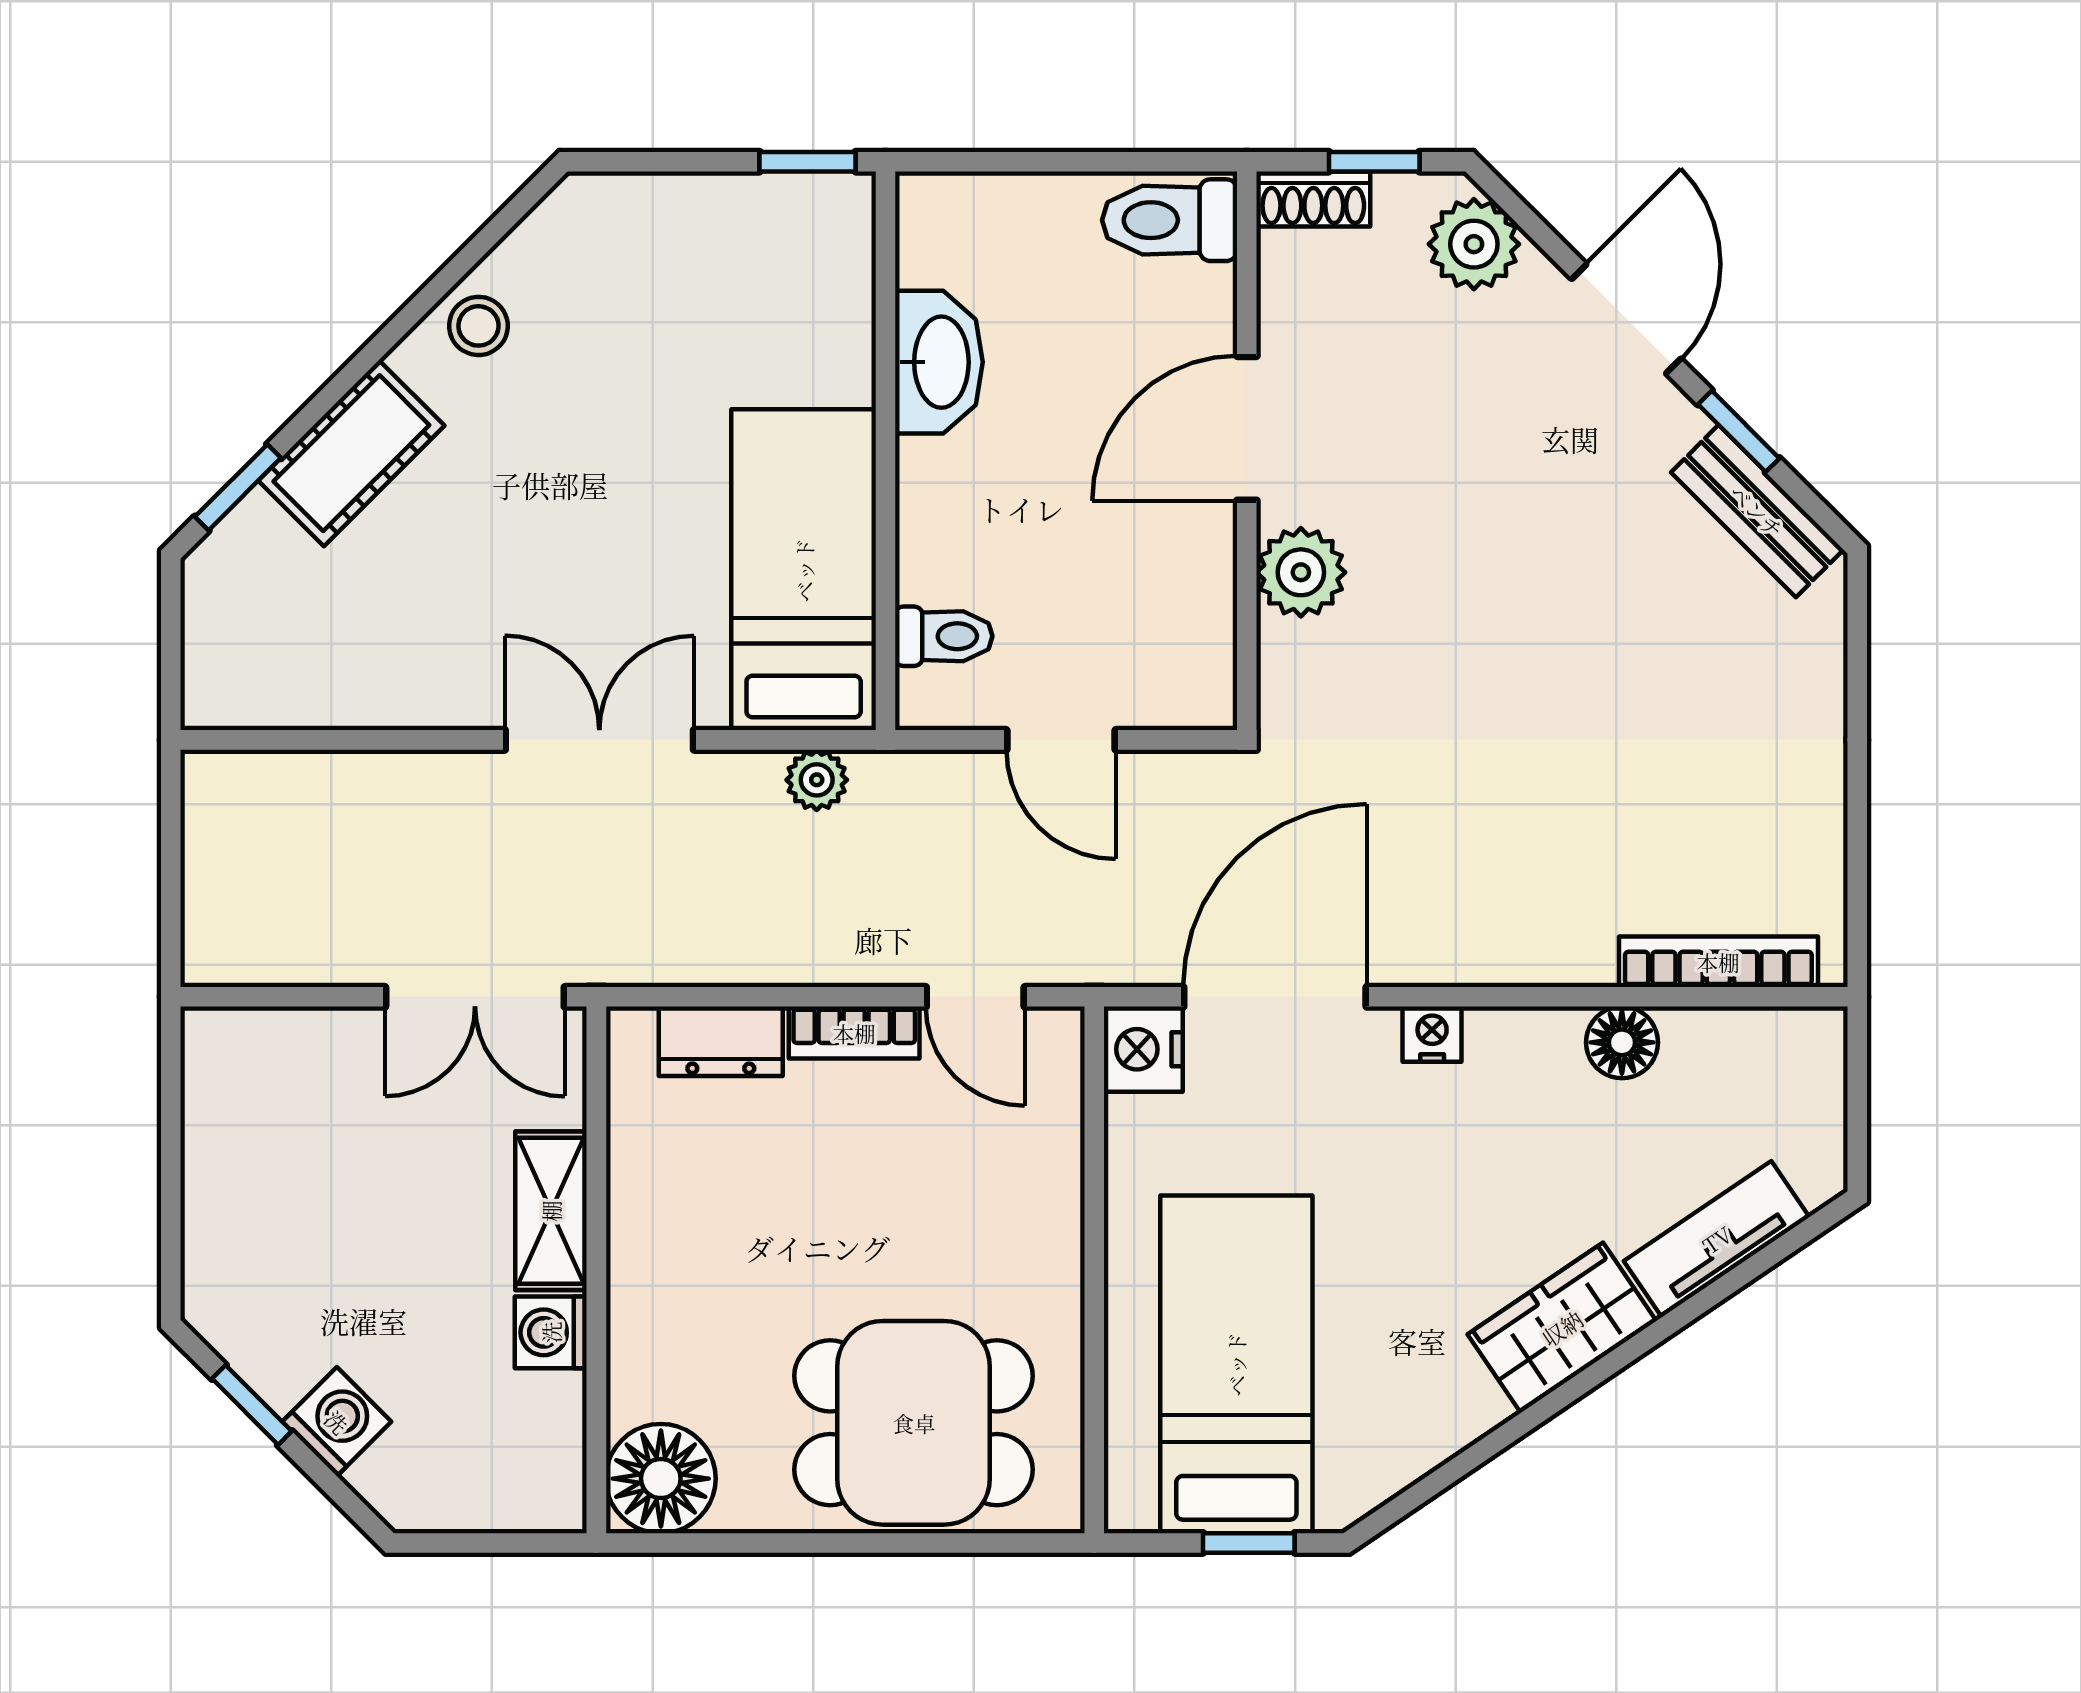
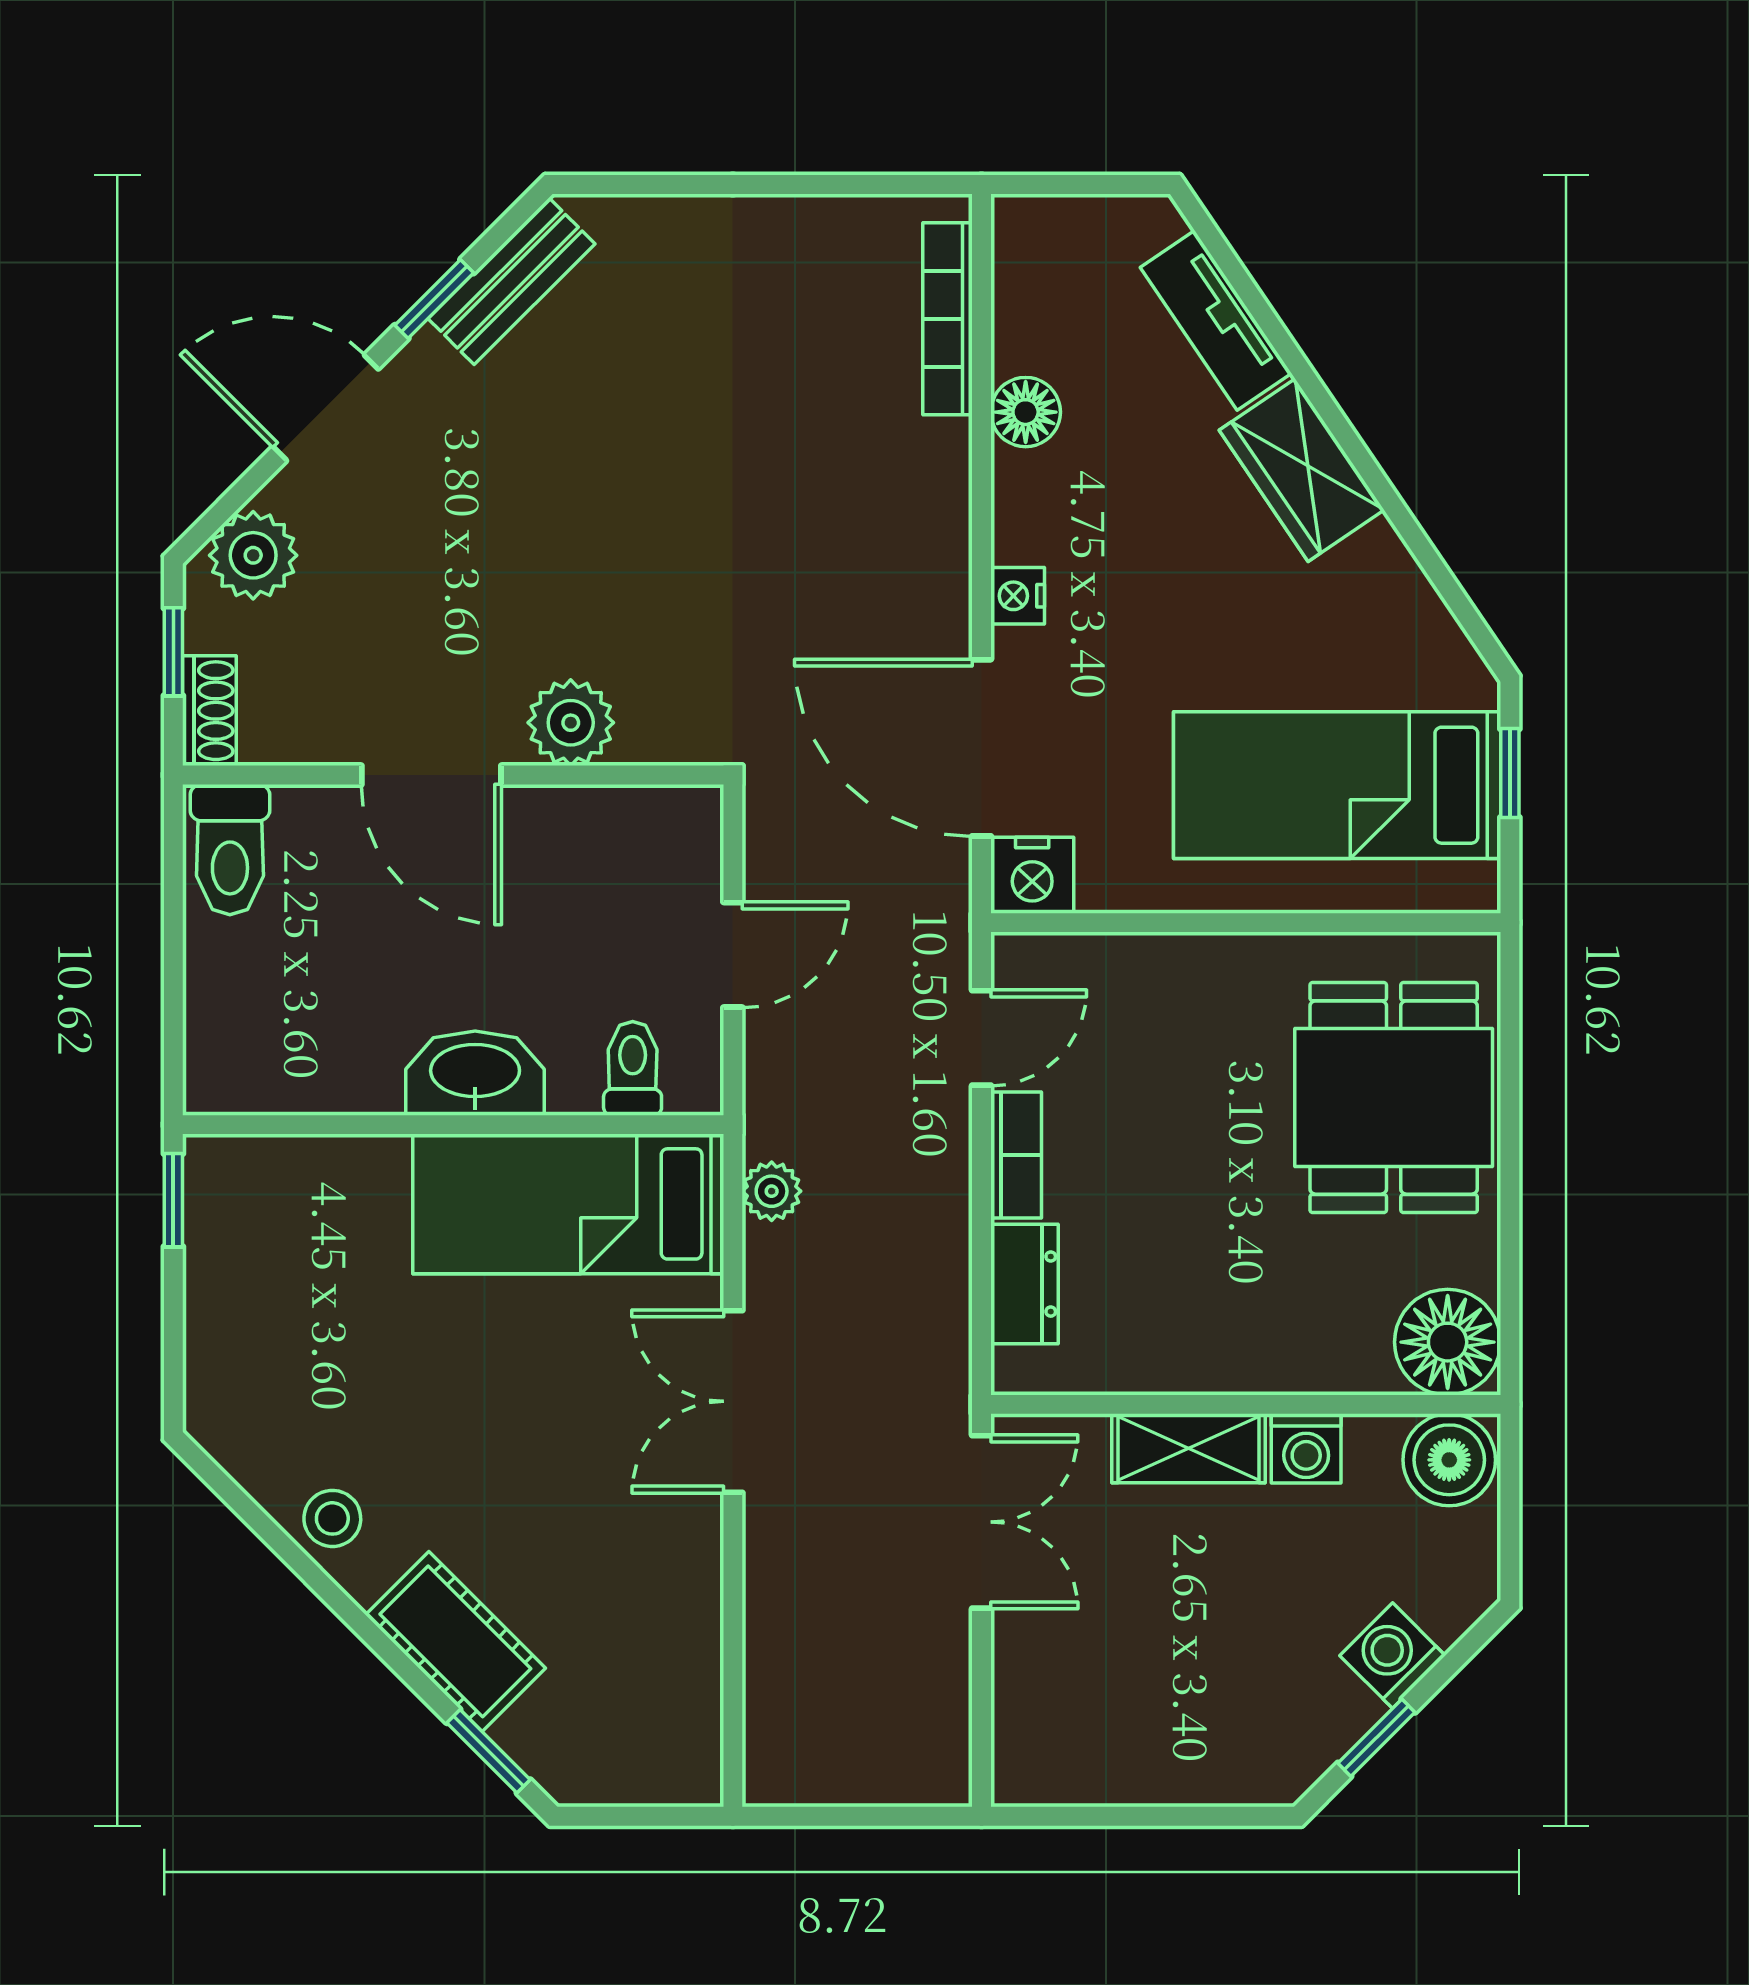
washbasin: (939, 362) -> (475, 1073), moved
boiler: (539, 1480) -> (1449, 1460), added

